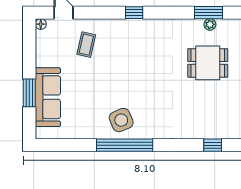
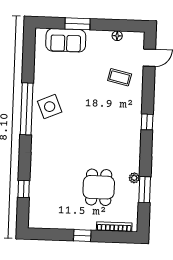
floor lamp: (41, 24) -> (117, 36), moved
plant: (210, 24) -> (134, 178), moved
sofa: (48, 97) -> (66, 40), width x0.73

